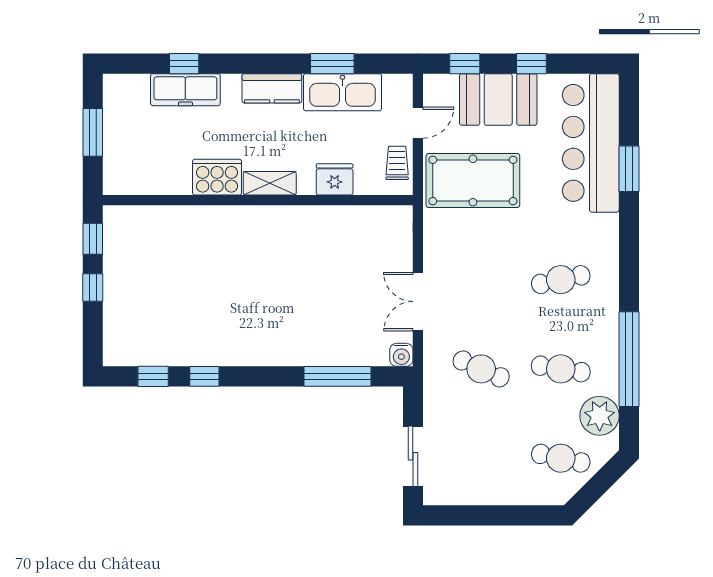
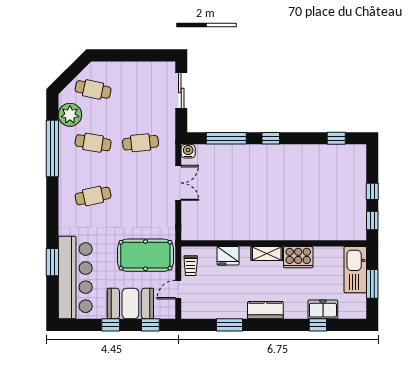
freezer: (185, 90) -> (323, 309), width x0.71
kitchen sink: (342, 92) -> (355, 270), moved, turned -90
cafe table: (481, 369) -> (141, 143), turned -30
window: (204, 376) -> (271, 138), moved

